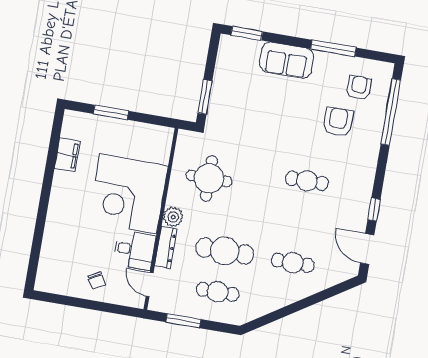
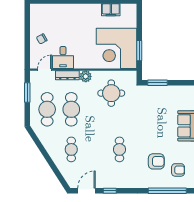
window: (111, 112) -> (139, 51), moved
corner desk: (128, 194) -> (116, 48), moved, turned -90
cafe table: (218, 292) -> (47, 109), width x1.37, depth x1.35

